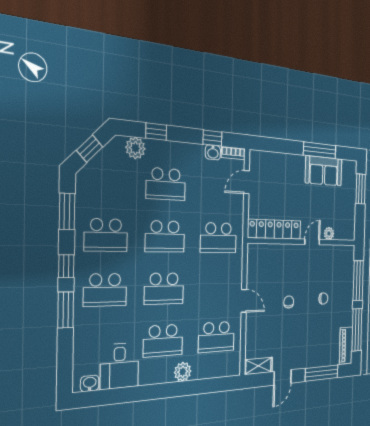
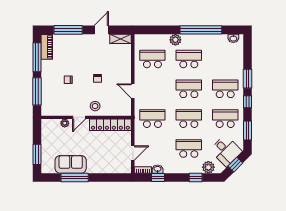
stool: (293, 259) -> (95, 106), added
door: (244, 301) -> (133, 91), moved
desk: (120, 366) -> (226, 151), moved, turned 135
window: (143, 393) -> (201, 30), added

